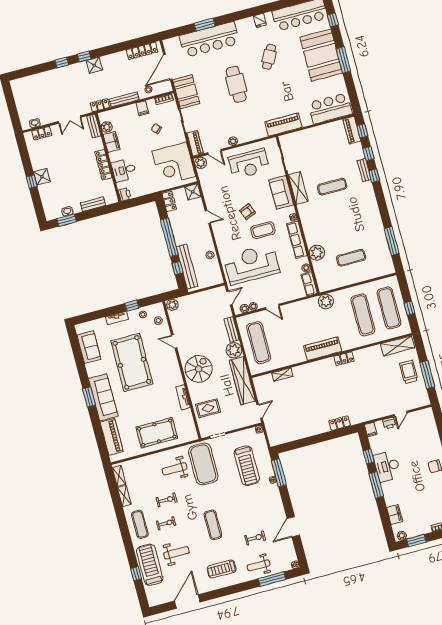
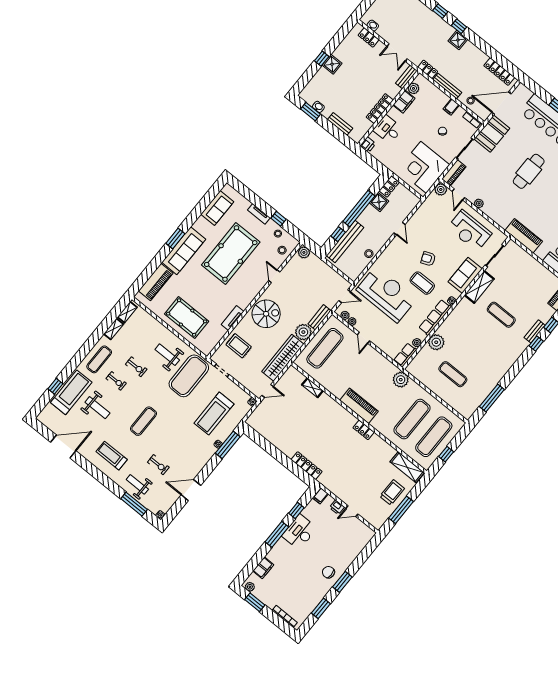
shower: (193, 192) -> (379, 202), moved
locker: (340, 423) -> (307, 466), width x1.53

